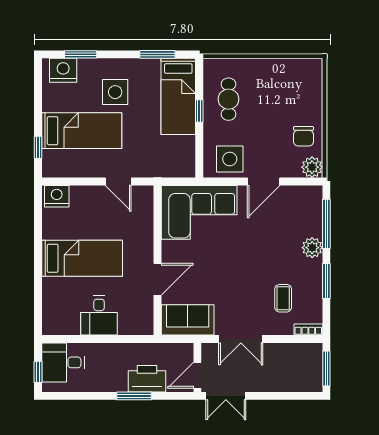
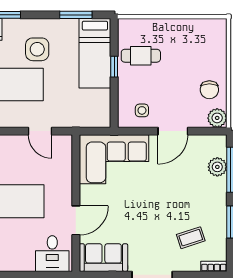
cafe table: (229, 99) -> (141, 56), turned 90
side table: (230, 159) -> (142, 110), width x0.54, depth x0.54
plant: (312, 248) -> (217, 167), moved
coffee table: (283, 298) -> (191, 238), turned 72
desk: (99, 316) -> (52, 254), moved

